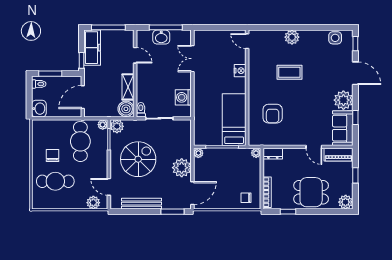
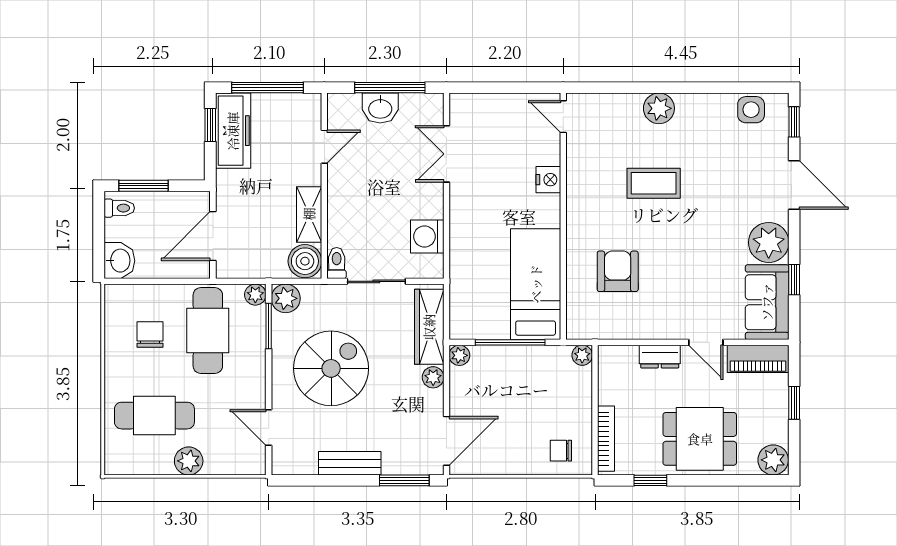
door: (135, 55) -> (324, 147), hinge flipped
window: (82, 60) -> (210, 125), moved
armchair: (273, 114) -> (618, 271), turned 180
wardrobe: (184, 140) -> (429, 327), added
dresser: (273, 154) -> (660, 357), moved
chair: (52, 155) -> (150, 334), moved
plant: (182, 168) -> (433, 377), width x0.53, depth x0.53
plant: (93, 203) -> (189, 461), moved
bench: (142, 204) -> (350, 463), width x0.73

